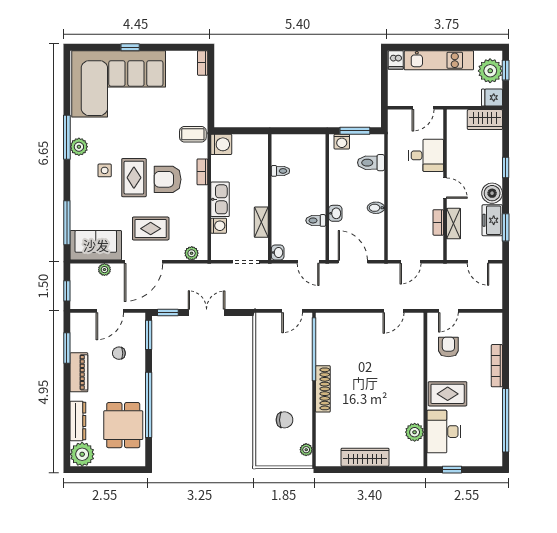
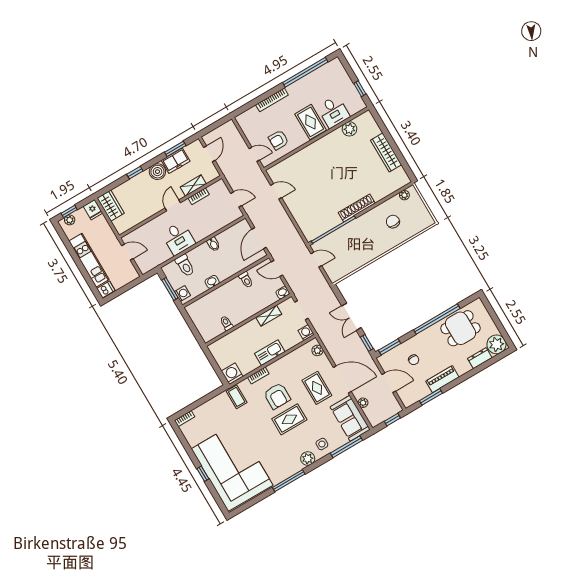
plant: (490, 71) -> (70, 220), width x0.53, depth x0.53
plant: (79, 147) -> (308, 459), moved
desk: (426, 155) -> (178, 238), moved, turned 180
side table: (105, 170) -> (322, 444), moved
washbasin: (335, 213) -> (212, 282), moved
washing machine: (219, 226) -> (306, 333), moved
door: (308, 262) -> (277, 268), swing flipped
dresser: (78, 421) -> (480, 358), width x0.70
desk: (444, 432) -> (334, 112), width x0.73

